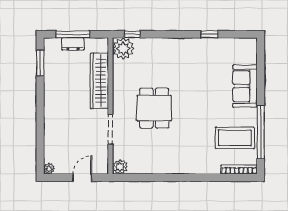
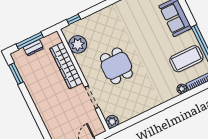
plant: (123, 49) -> (78, 44), moved
plant: (214, 168) -> (182, 89), added

